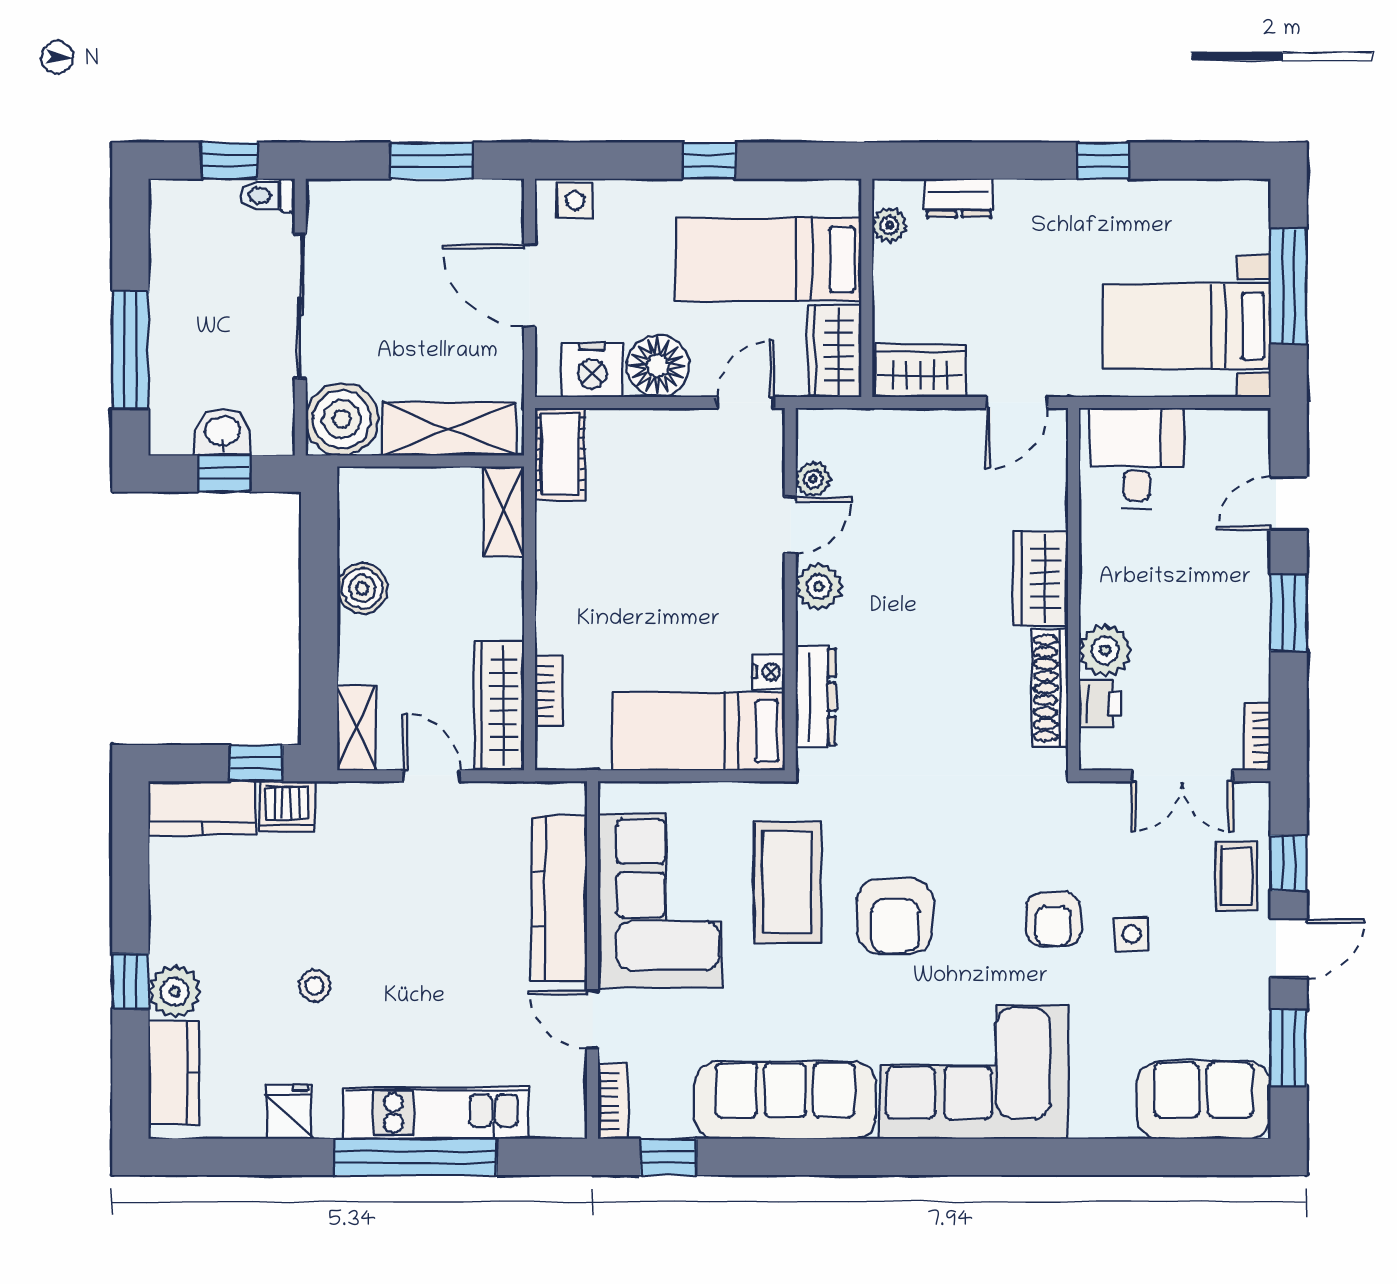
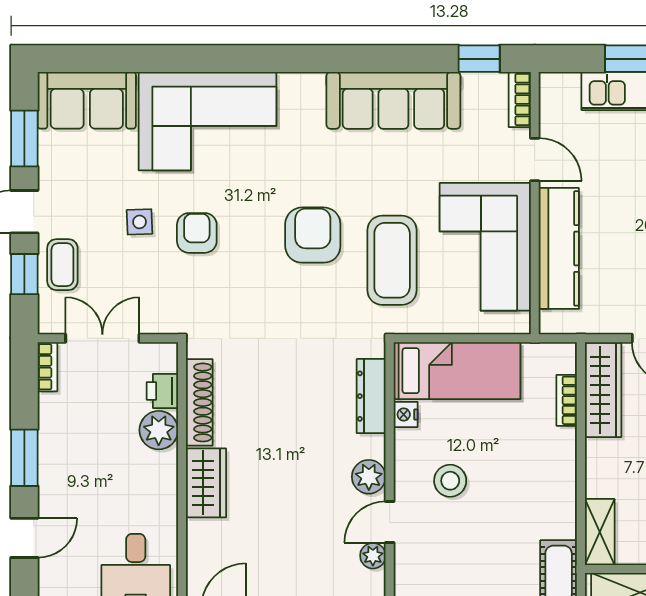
stool: (708, 581) -> (450, 481), added
corner sofa: (974, 1072) -> (208, 121), moved

